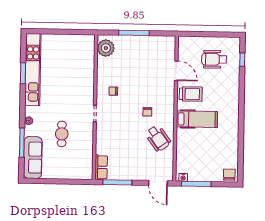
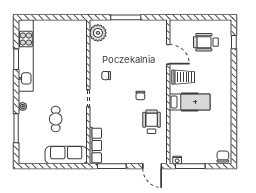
wheelchair: (158, 138) -> (152, 122), turned -144
sofa: (33, 158) -> (66, 155), moved, turned -90
row of seats: (101, 167) -> (95, 145), width x1.48

